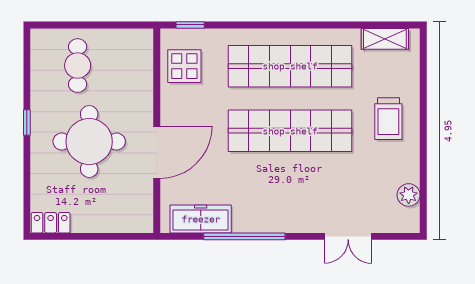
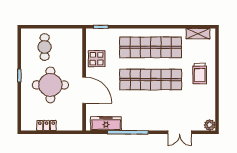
display table: (184, 66) -> (97, 59), moved
door: (157, 152) -> (84, 90), hinge flipped
plant: (409, 195) -> (210, 125), moved
locker: (51, 223) -> (47, 125), moved

